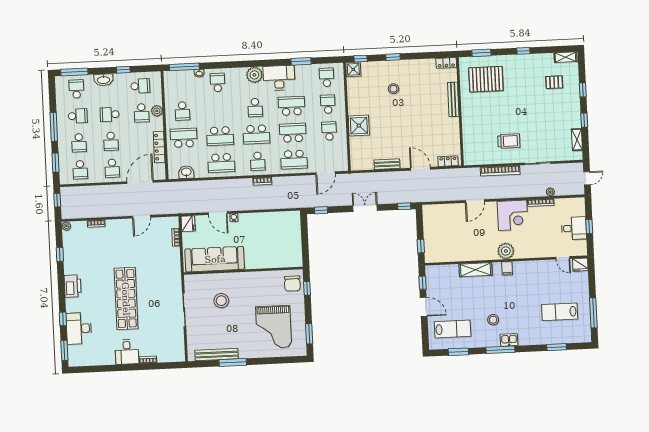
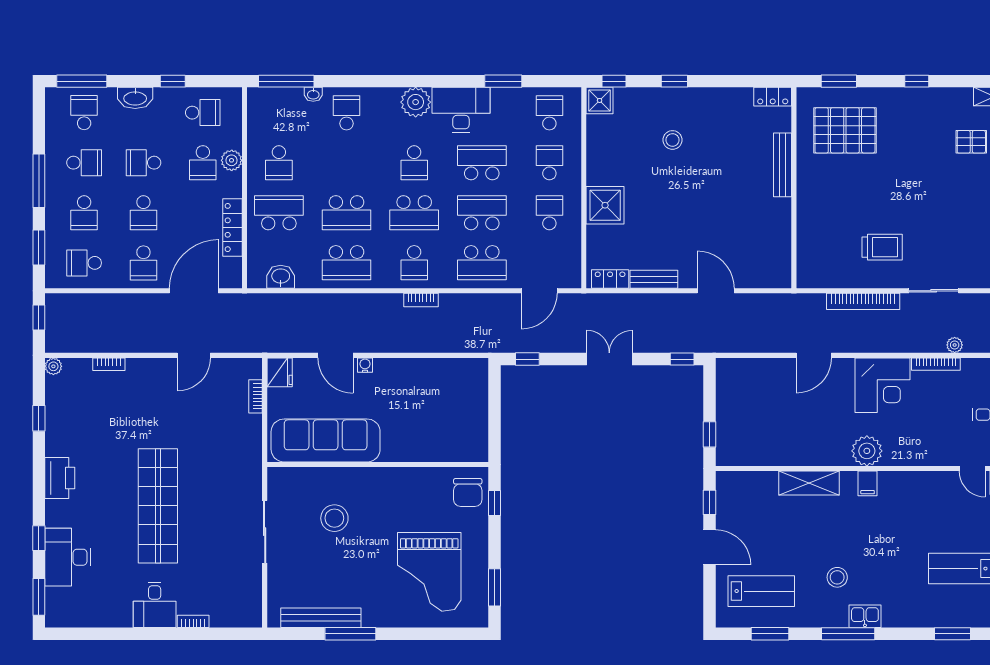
locker: (448, 161) -> (610, 279), moved
school desk: (80, 170) -> (84, 263), turned 90

